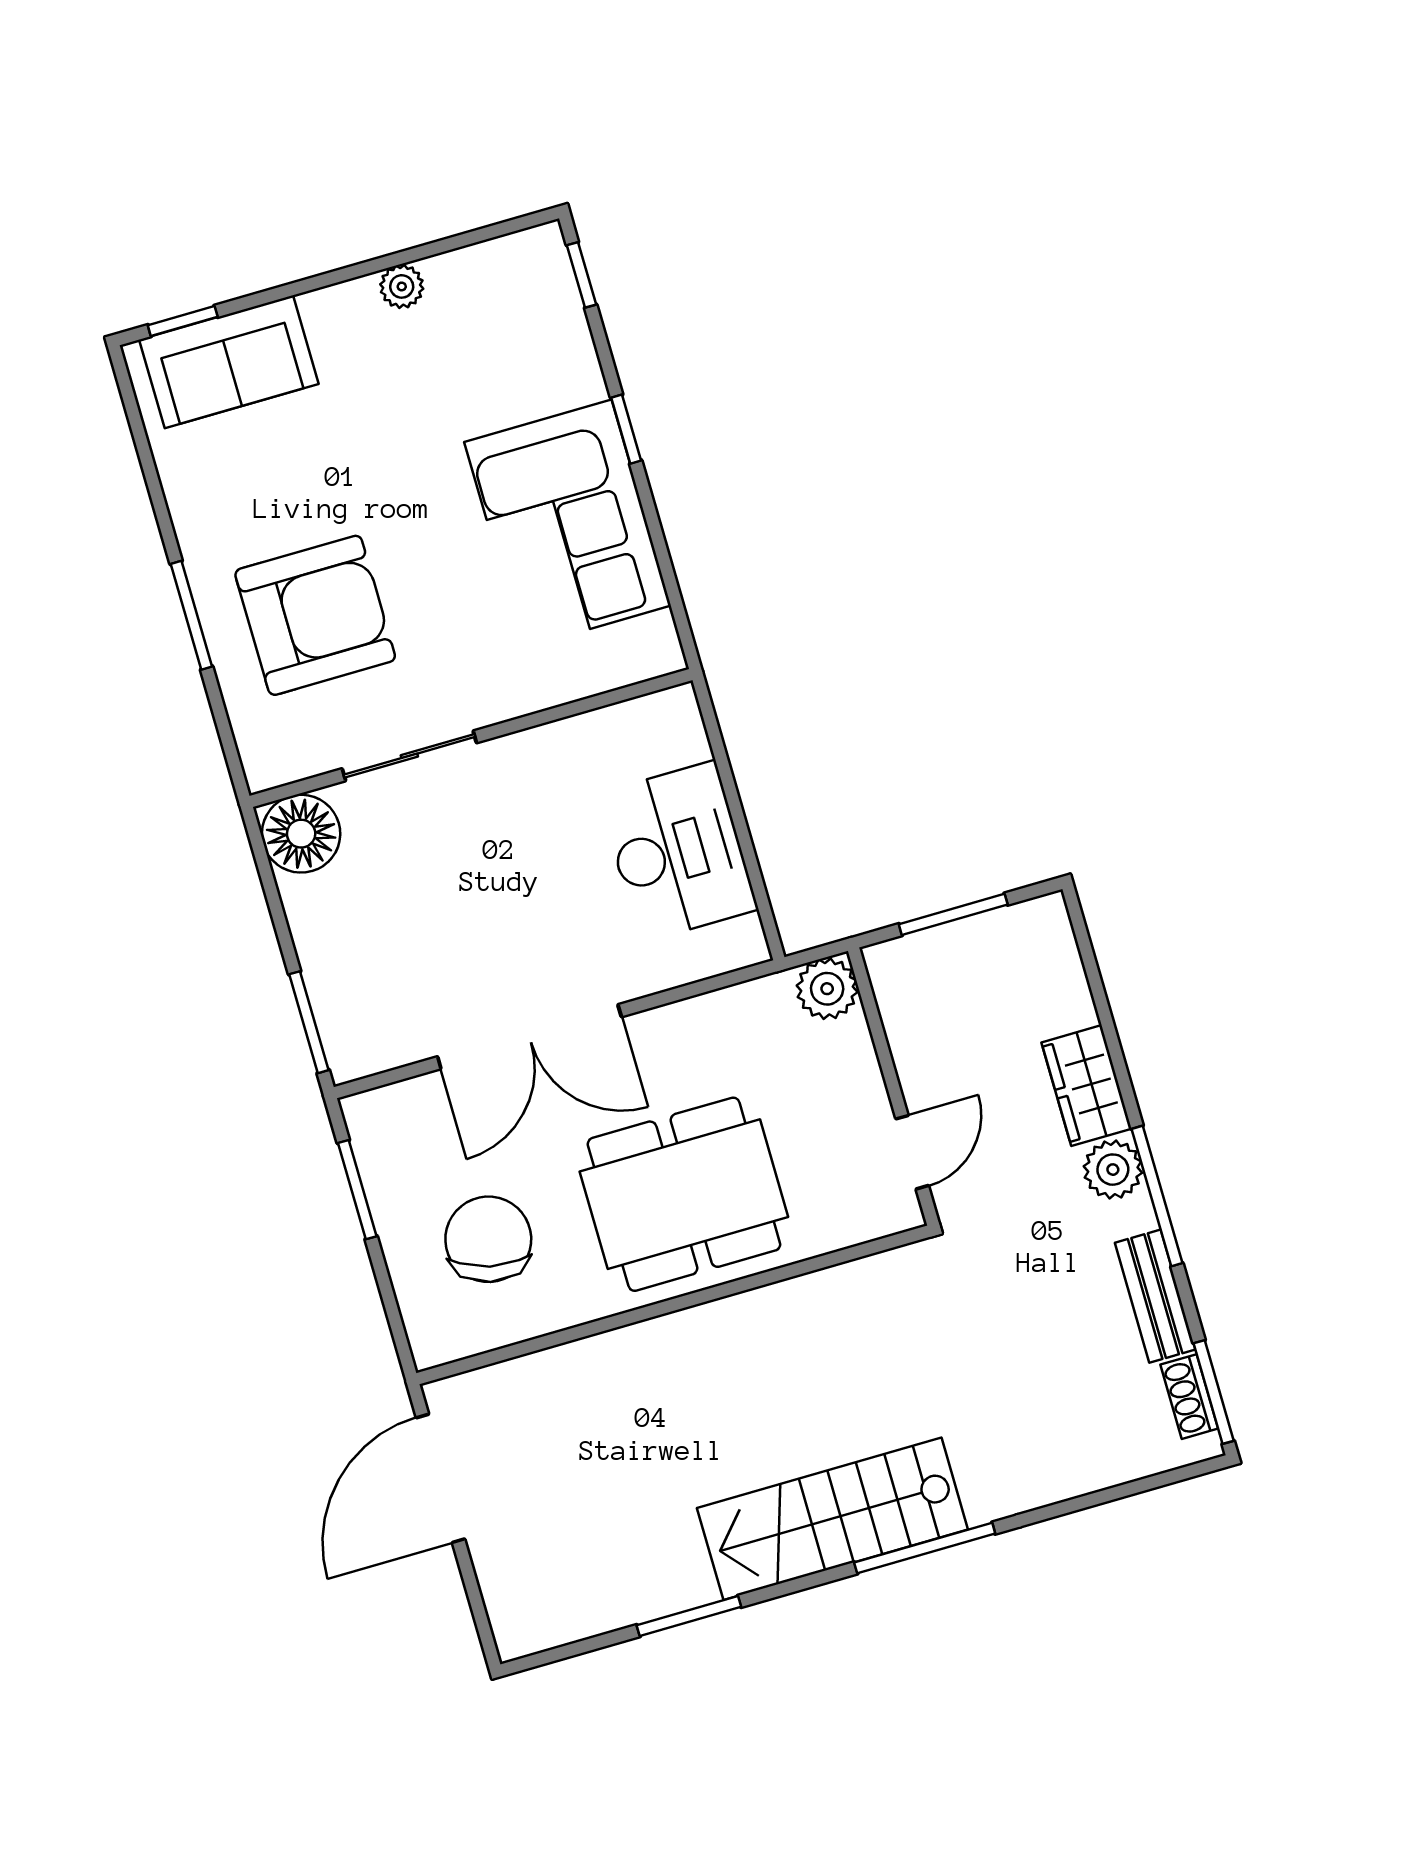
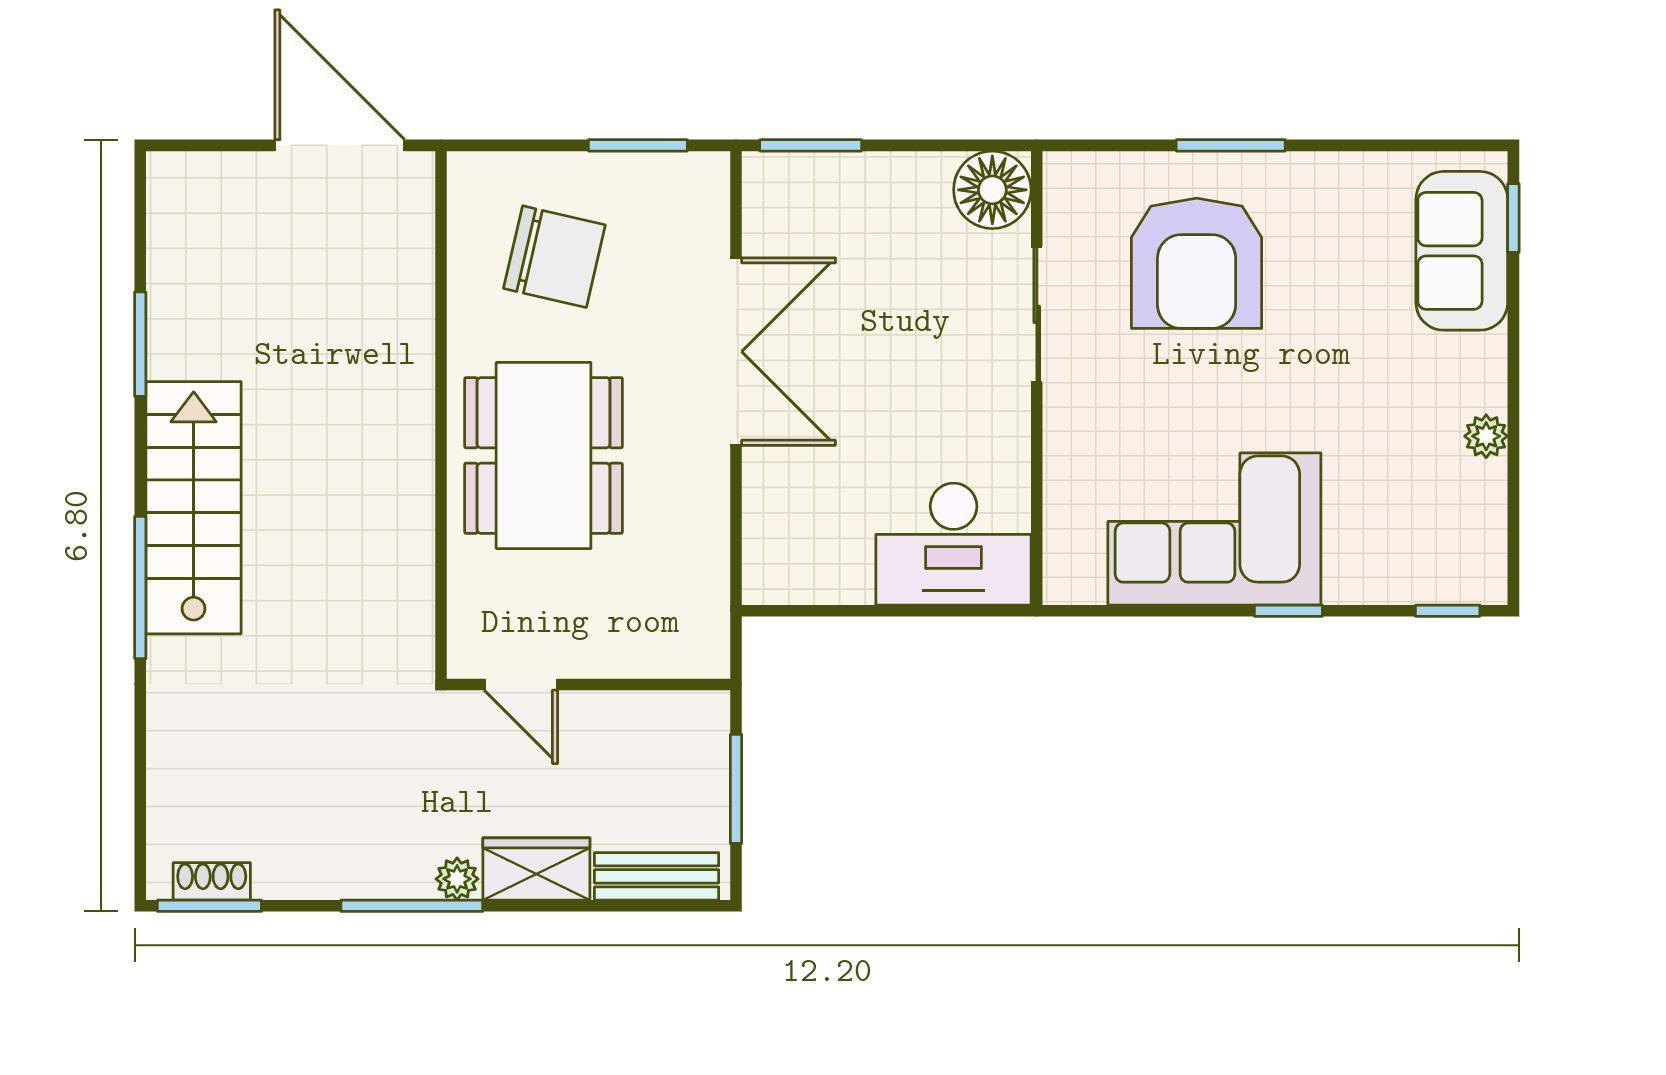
desk: (678, 852) -> (954, 544), moved
plant: (827, 989) -> (700, 648), removed
double door: (529, 1037) -> (736, 352), swing flipped
plant: (1113, 1170) -> (457, 879), width x0.73, depth x0.73
bench: (1155, 1296) -> (657, 876), moved

